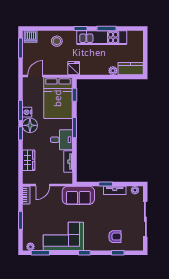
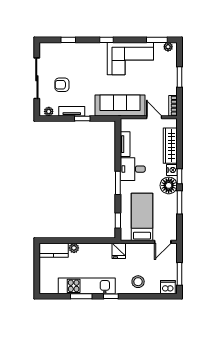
bed: (58, 98) -> (142, 217), width x0.67
nightstand: (27, 112) -> (172, 170), moved
wardrobe: (29, 160) -> (170, 146), width x1.50
door: (43, 185) -> (154, 117), hinge flipped
sofa: (78, 195) -> (120, 105), width x1.36
armchair: (115, 237) -> (62, 85), moved

